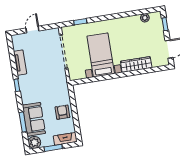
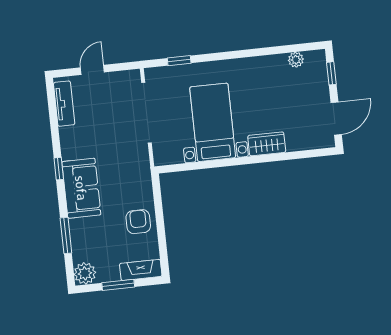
tv unit: (20, 63) -> (64, 104), moved
wardrobe: (136, 64) -> (267, 144), width x0.67
sofa: (34, 119) -> (81, 188), moved

